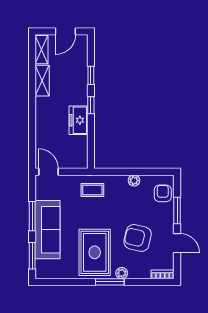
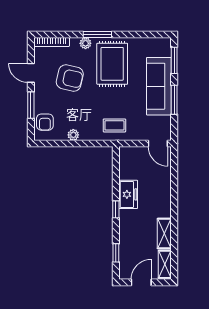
window: (91, 75) -> (116, 253), moved
bookcase: (162, 274) -> (52, 42), width x1.56

